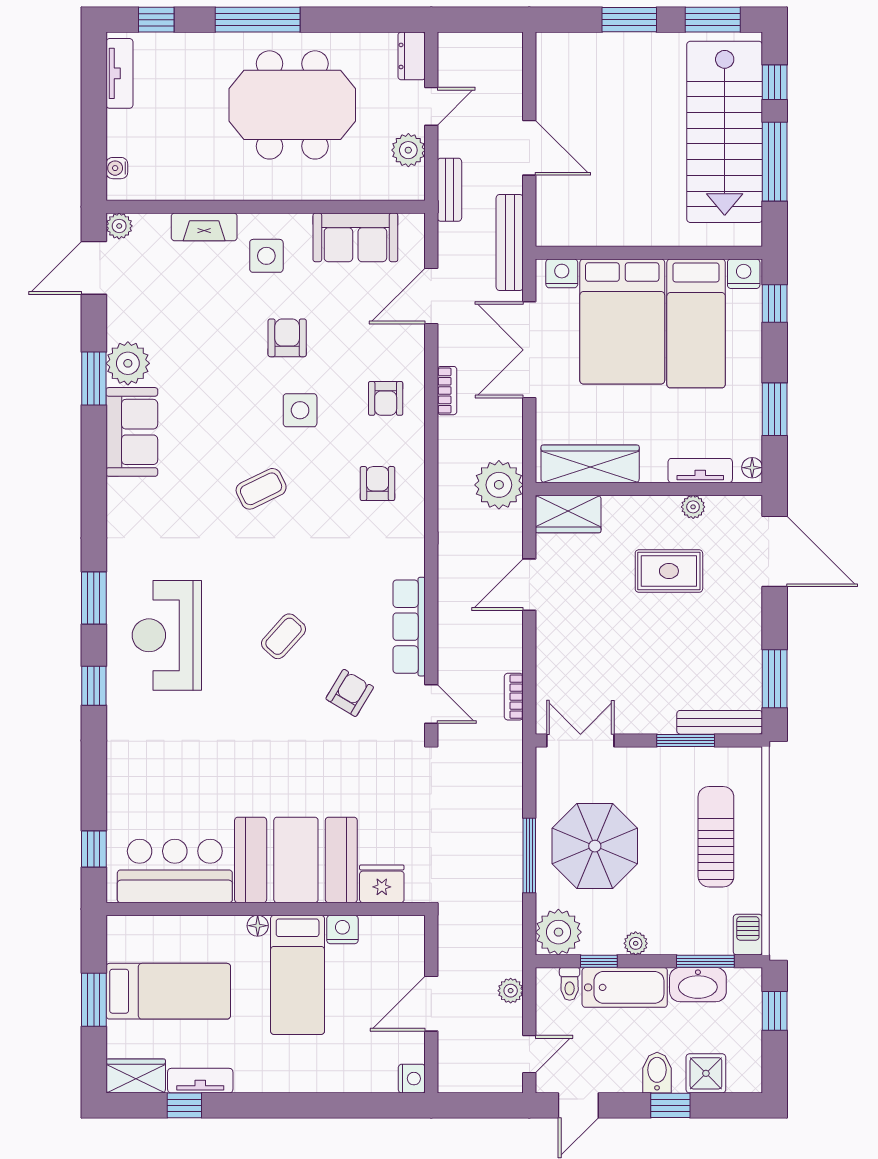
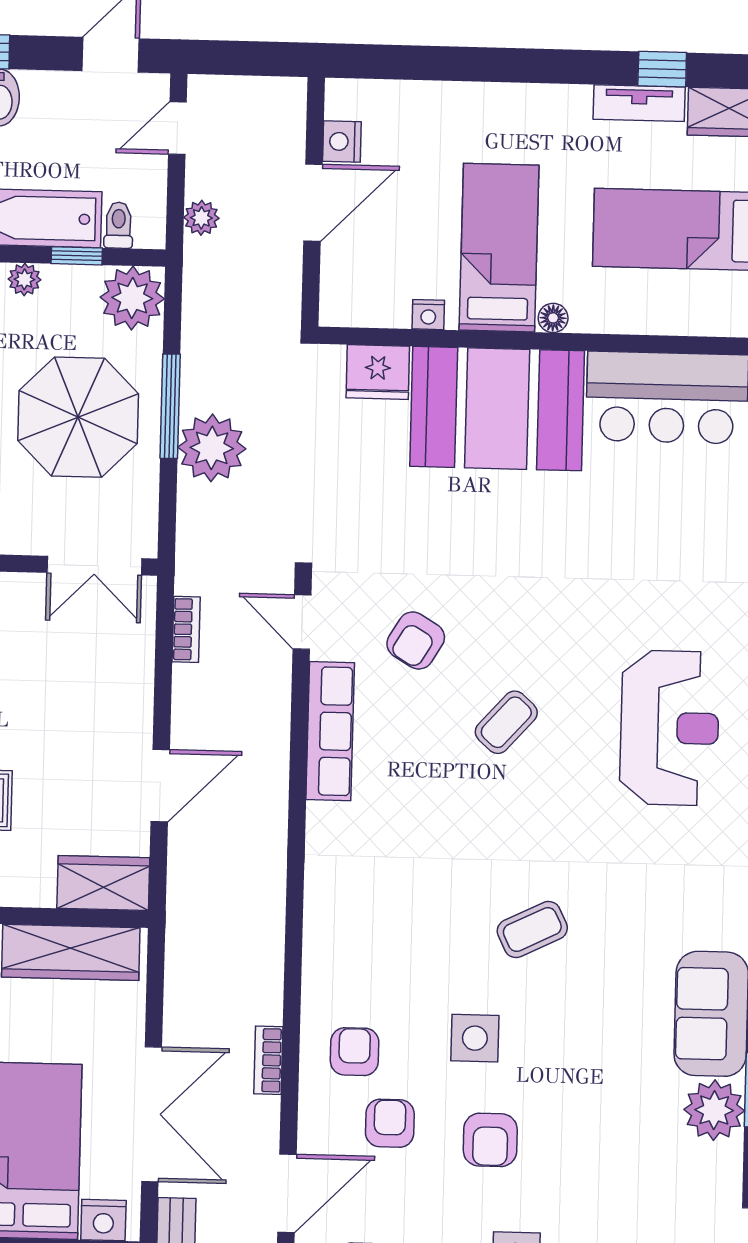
armchair: (377, 484) -> (390, 1123), moved, turned 180
plant: (499, 485) -> (212, 448), moved
nightstand: (342, 930) -> (428, 315), width x0.72, depth x0.74
nightstand: (412, 1079) -> (342, 141), moved

